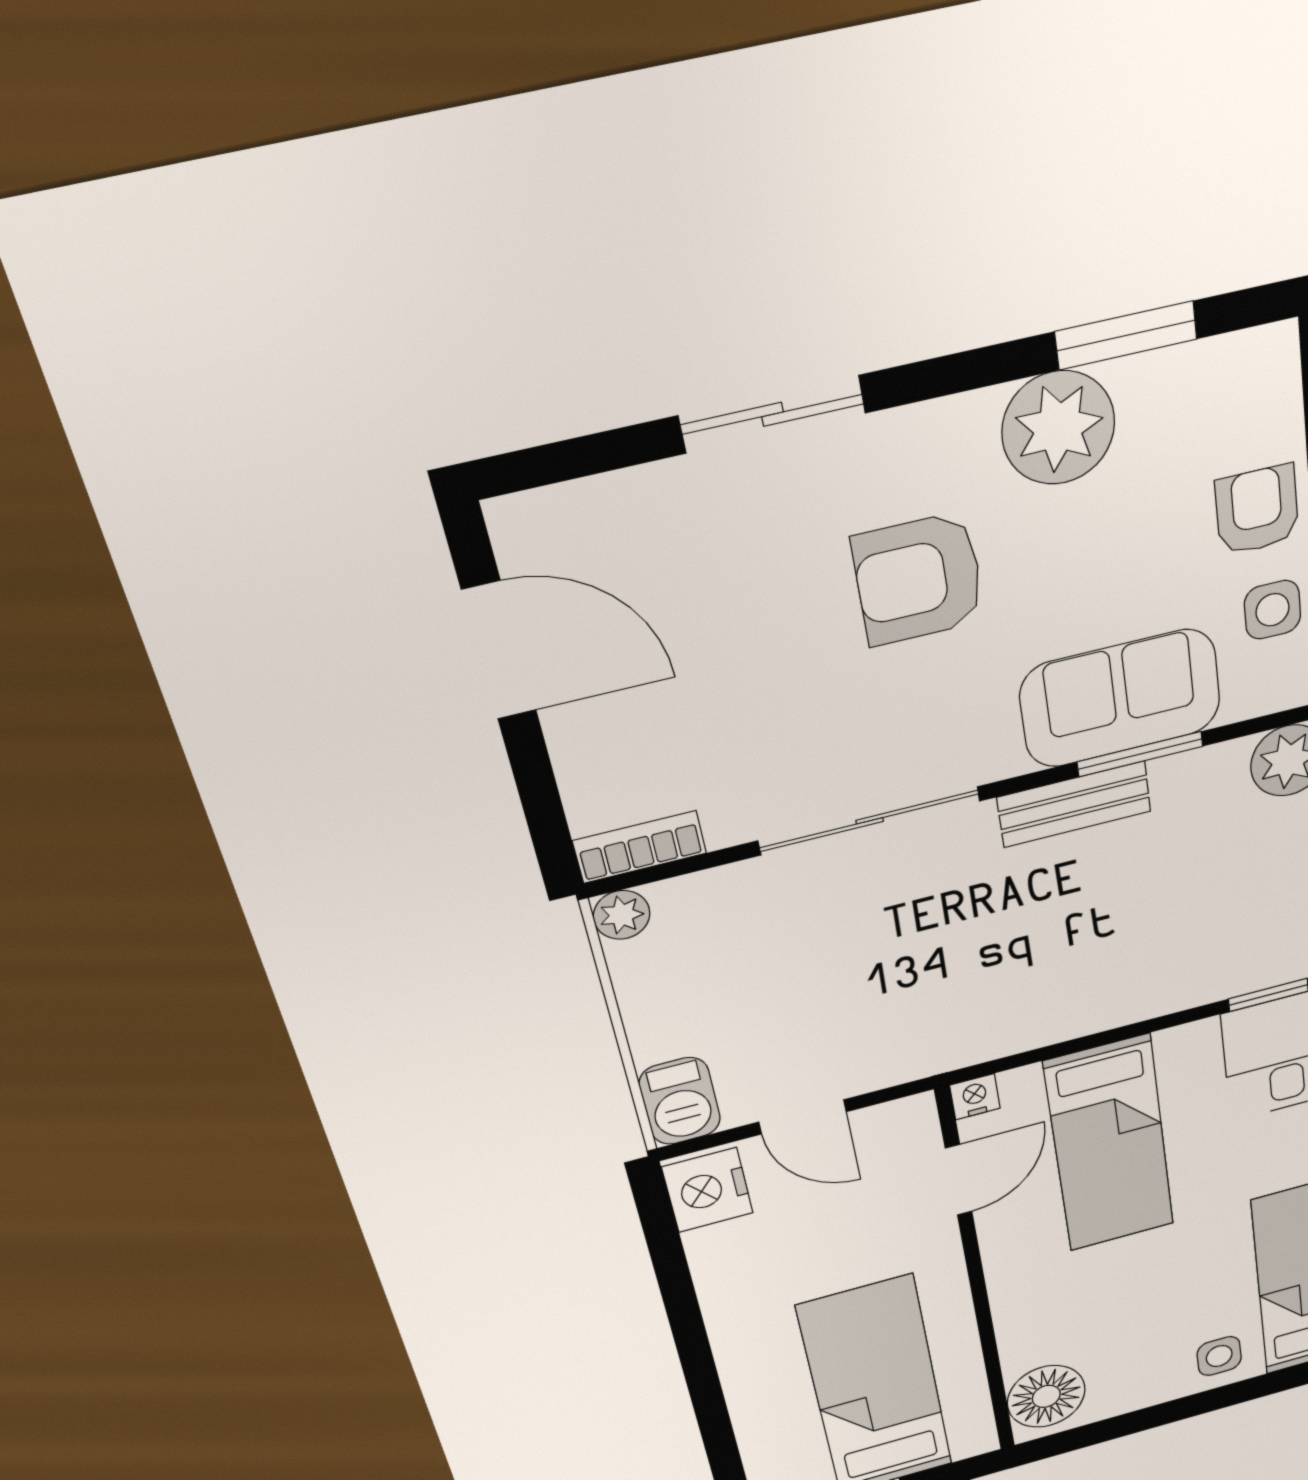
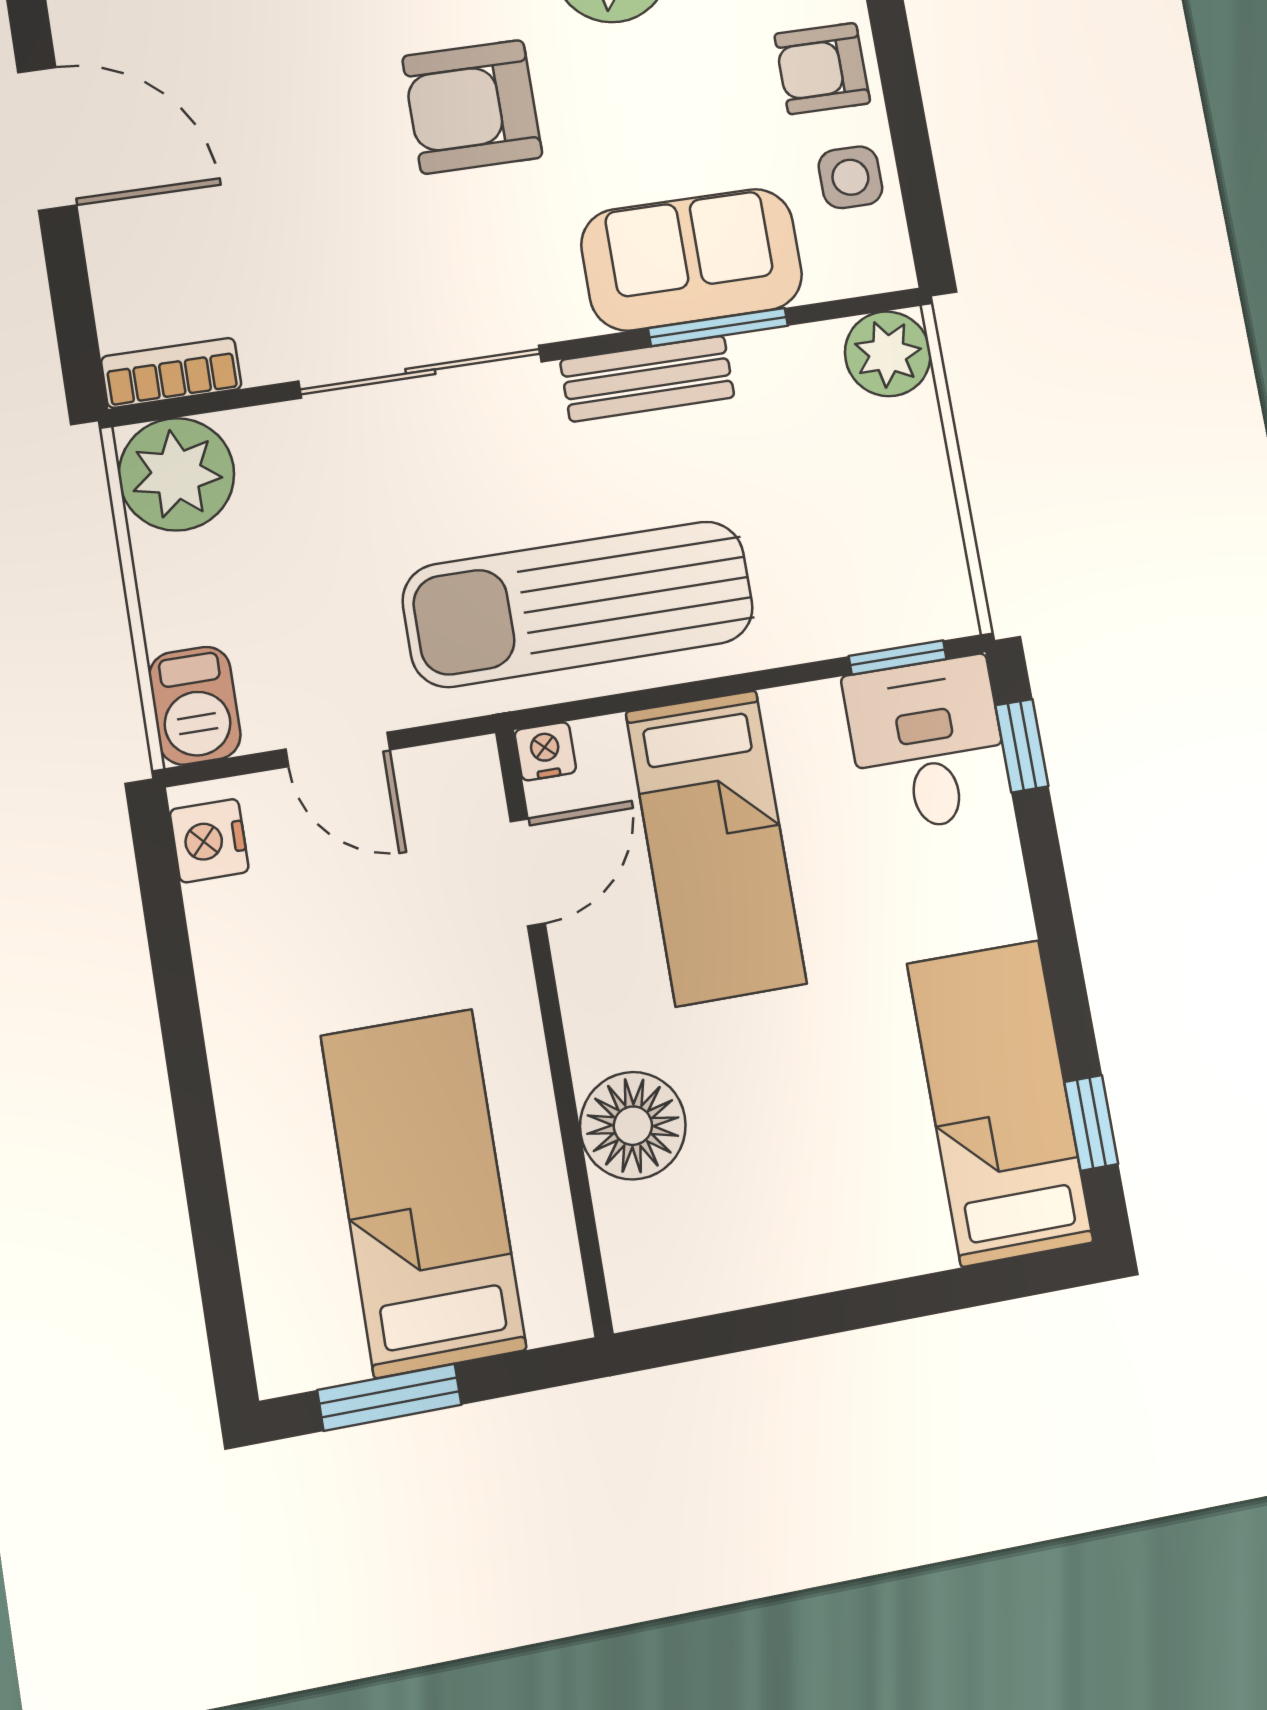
armchair: (1257, 510) -> (822, 69), turned -90
plant: (622, 915) -> (177, 474), width x1.87, depth x1.87
sun lounger: (1006, 988) -> (578, 604), added
nightstand: (708, 1190) -> (209, 841), width x0.74, depth x0.75
side table: (1219, 1356) -> (890, 1223), removed
floor lamp: (1046, 1396) -> (633, 1126), moved

